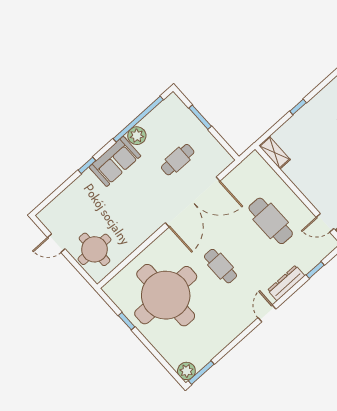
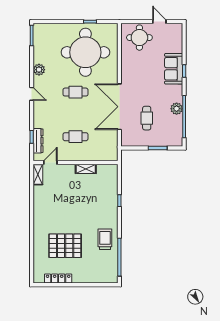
shelving: (275, 153) -> (86, 169), moved
sofa: (115, 161) -> (174, 69), moved
cafe table: (271, 221) -> (75, 137), width x0.73, depth x0.74
door: (56, 243) -> (159, 22), hinge flipped
dresser: (286, 283) -> (38, 141), moved
plant: (186, 371) -> (39, 70), moved

